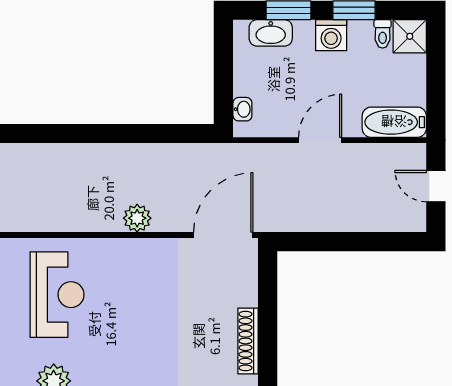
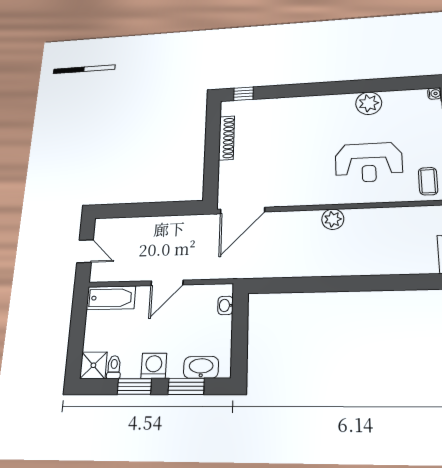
plant: (137, 218) -> (333, 219), moved
reception desk: (57, 295) -> (369, 162), turned -90

